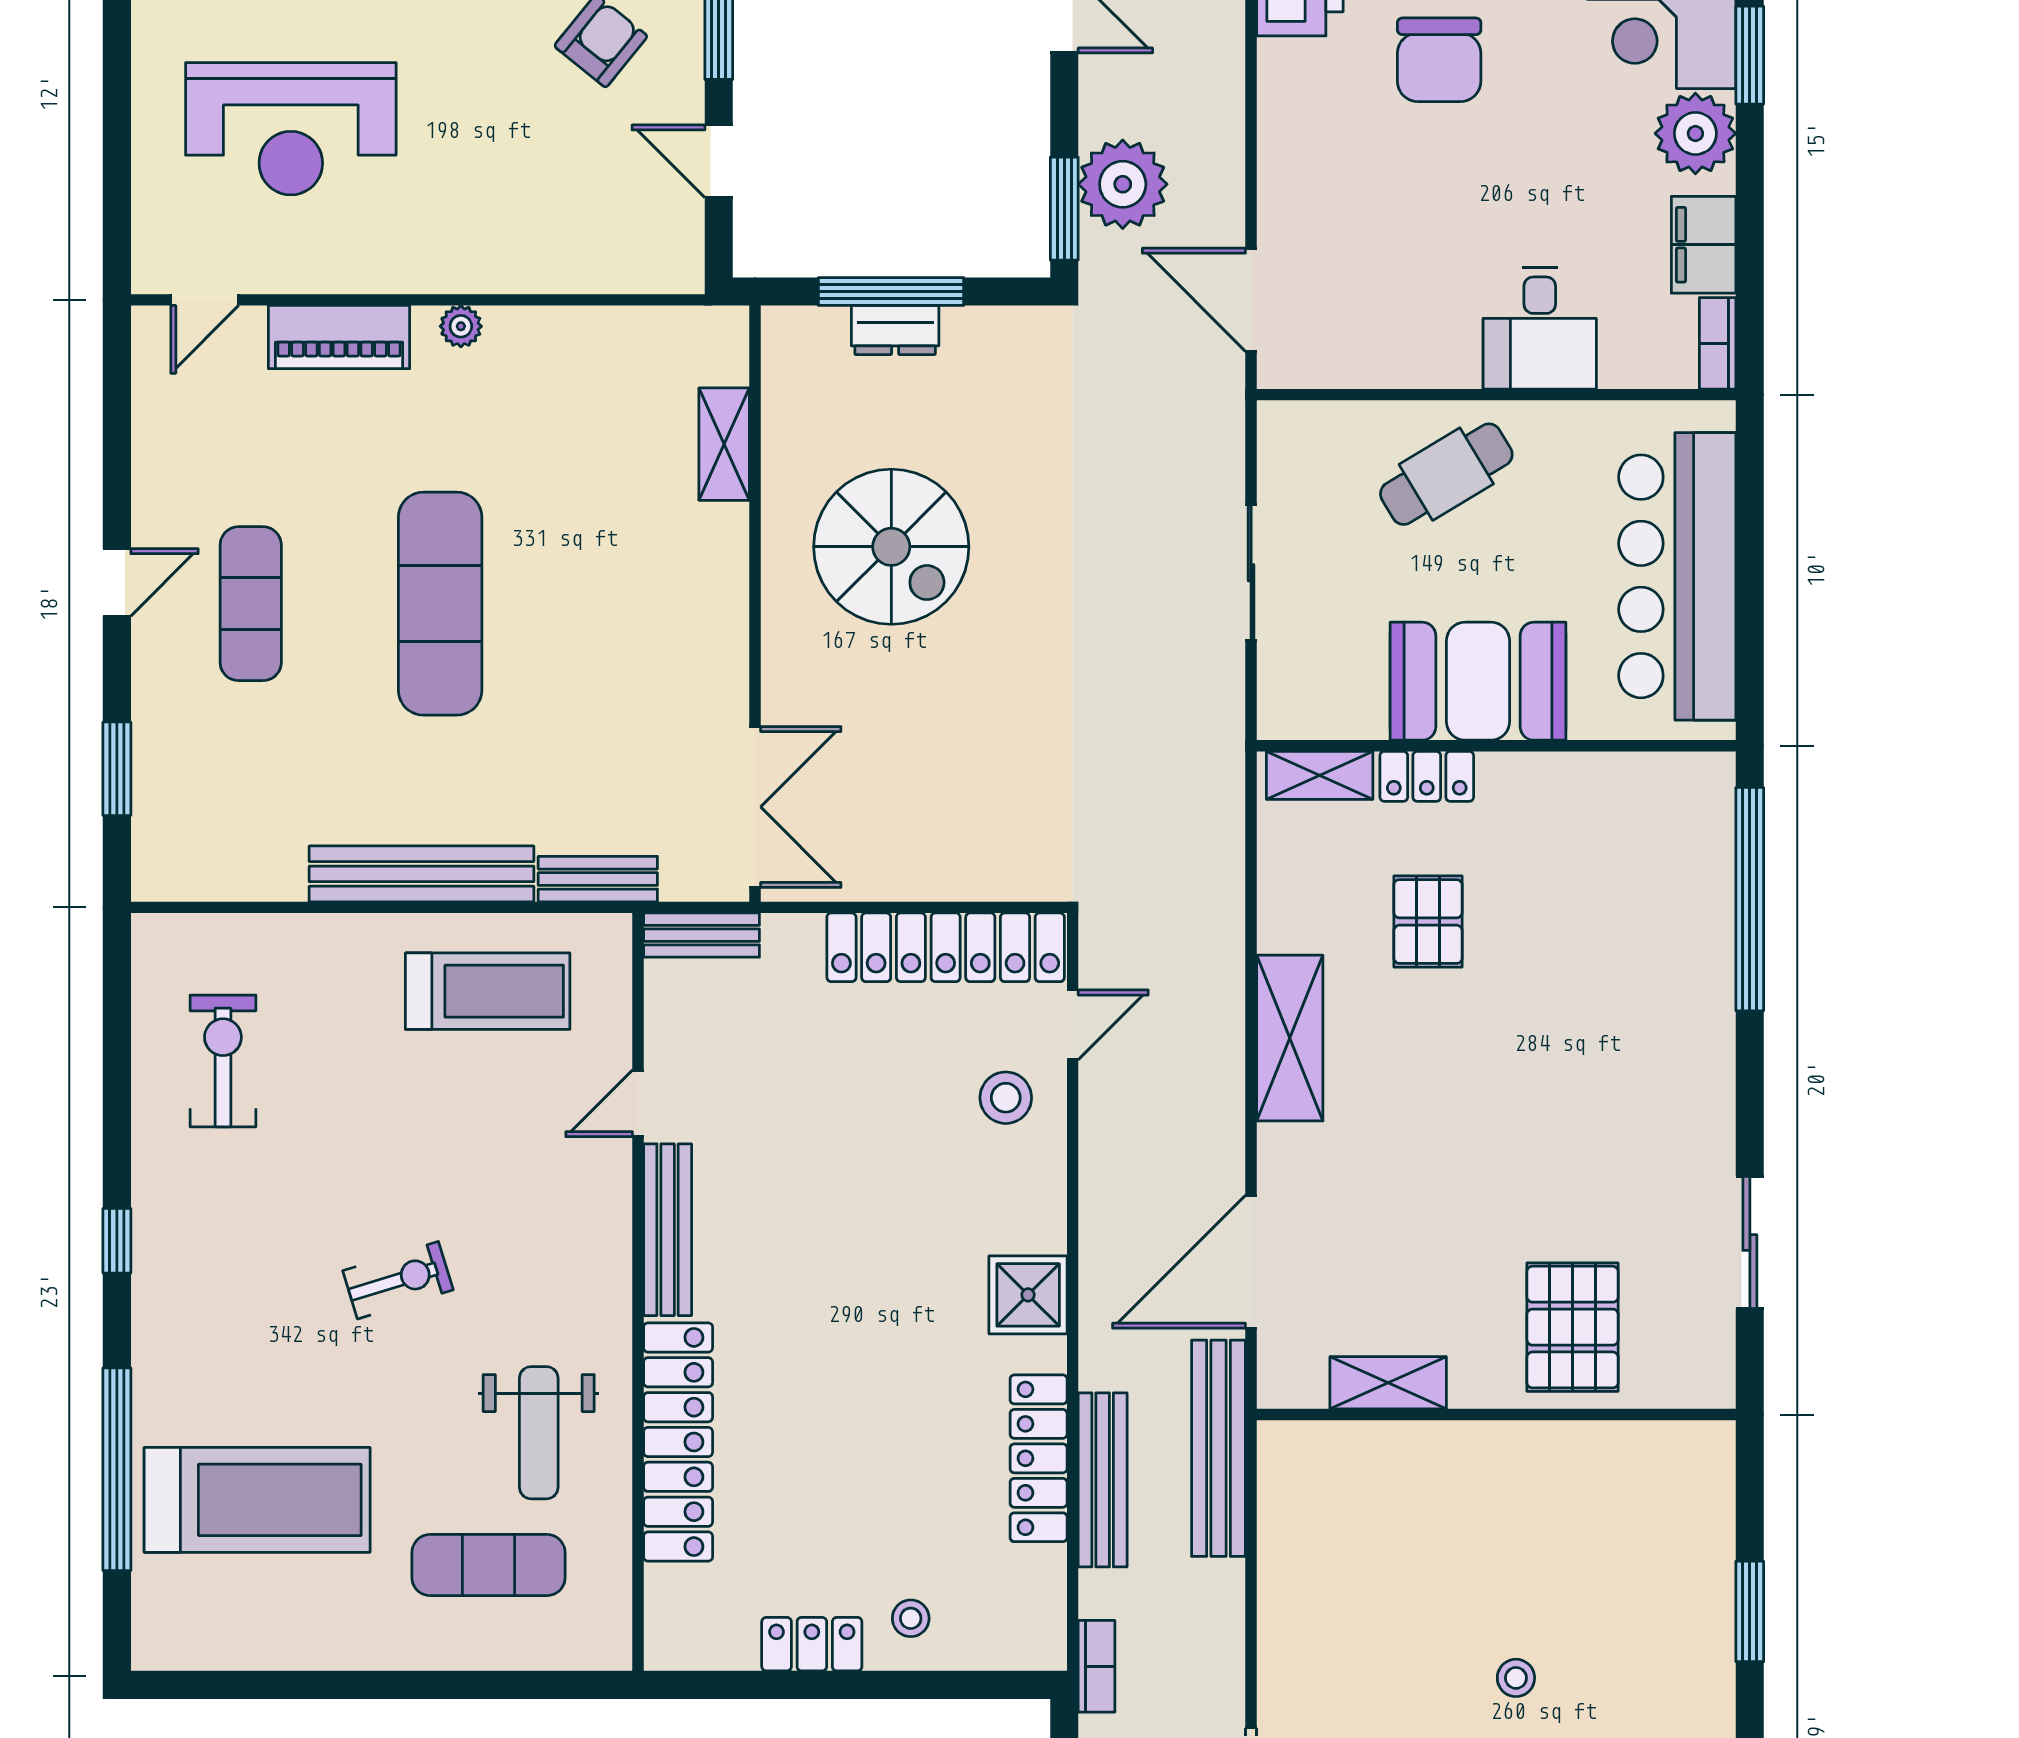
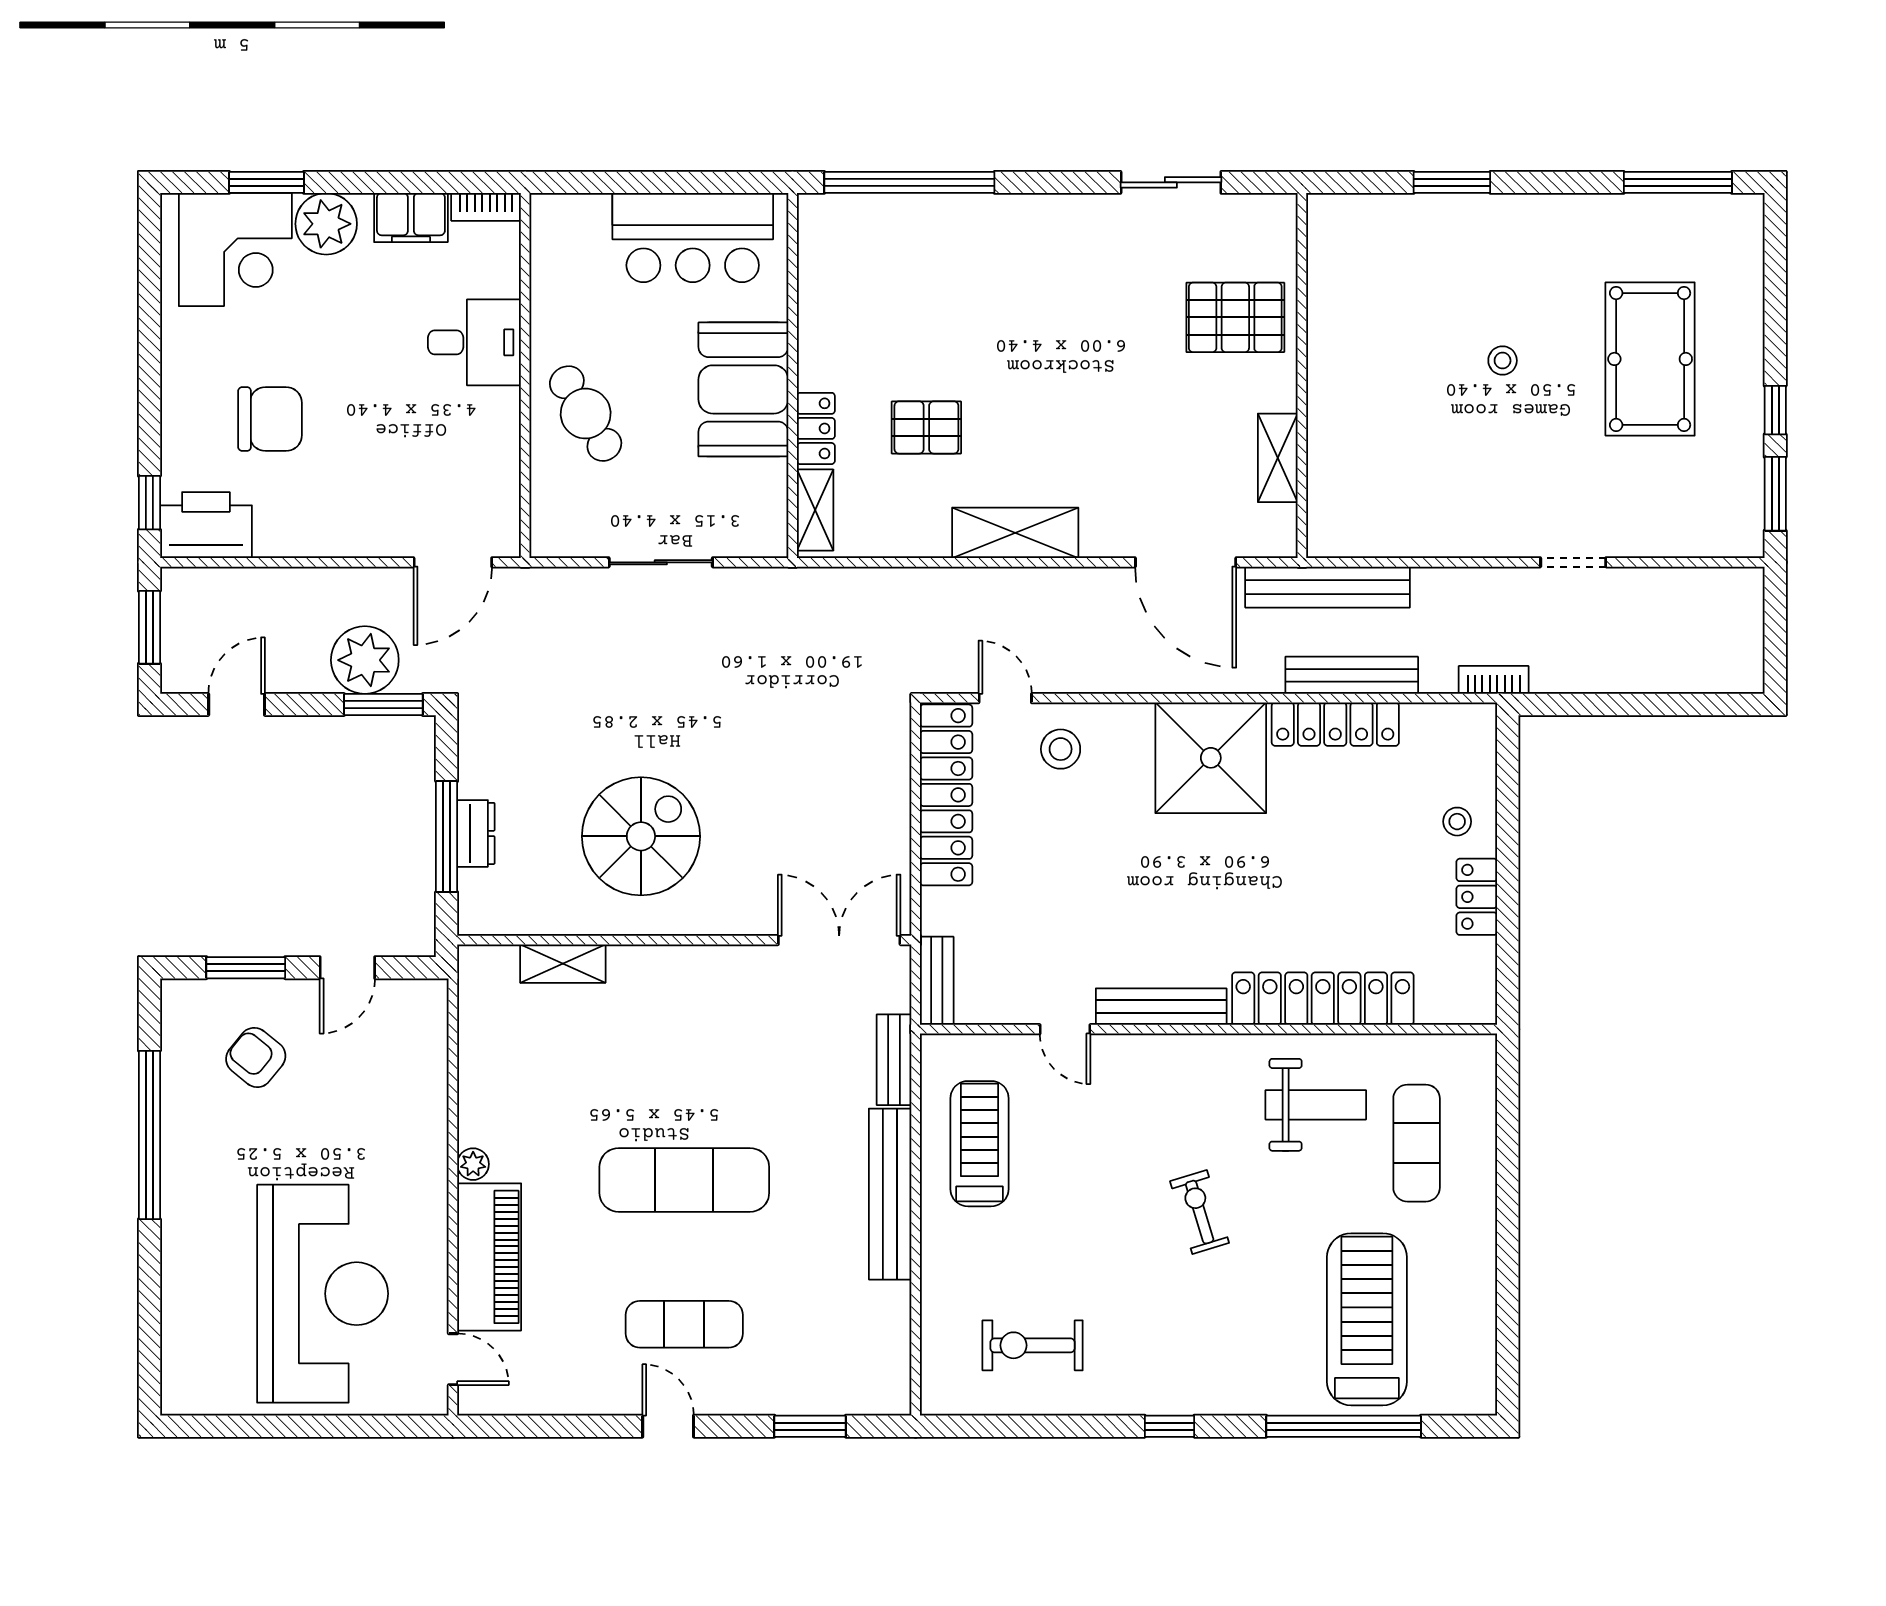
reception desk: (291, 129) -> (323, 1294), width x1.36, depth x1.30
piano: (339, 337) -> (489, 1257), width x1.37, depth x1.33
bar counter: (1677, 576) -> (693, 238), width x0.73
shower: (1028, 1295) -> (1211, 758), width x1.86, depth x1.86

